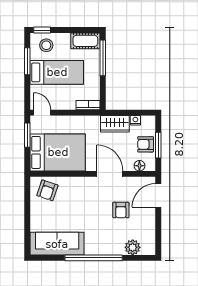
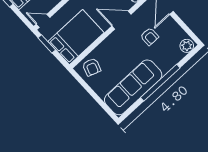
sofa: (57, 244) -> (133, 87), width x1.36, depth x1.27
plant: (133, 247) -> (187, 46), moved

